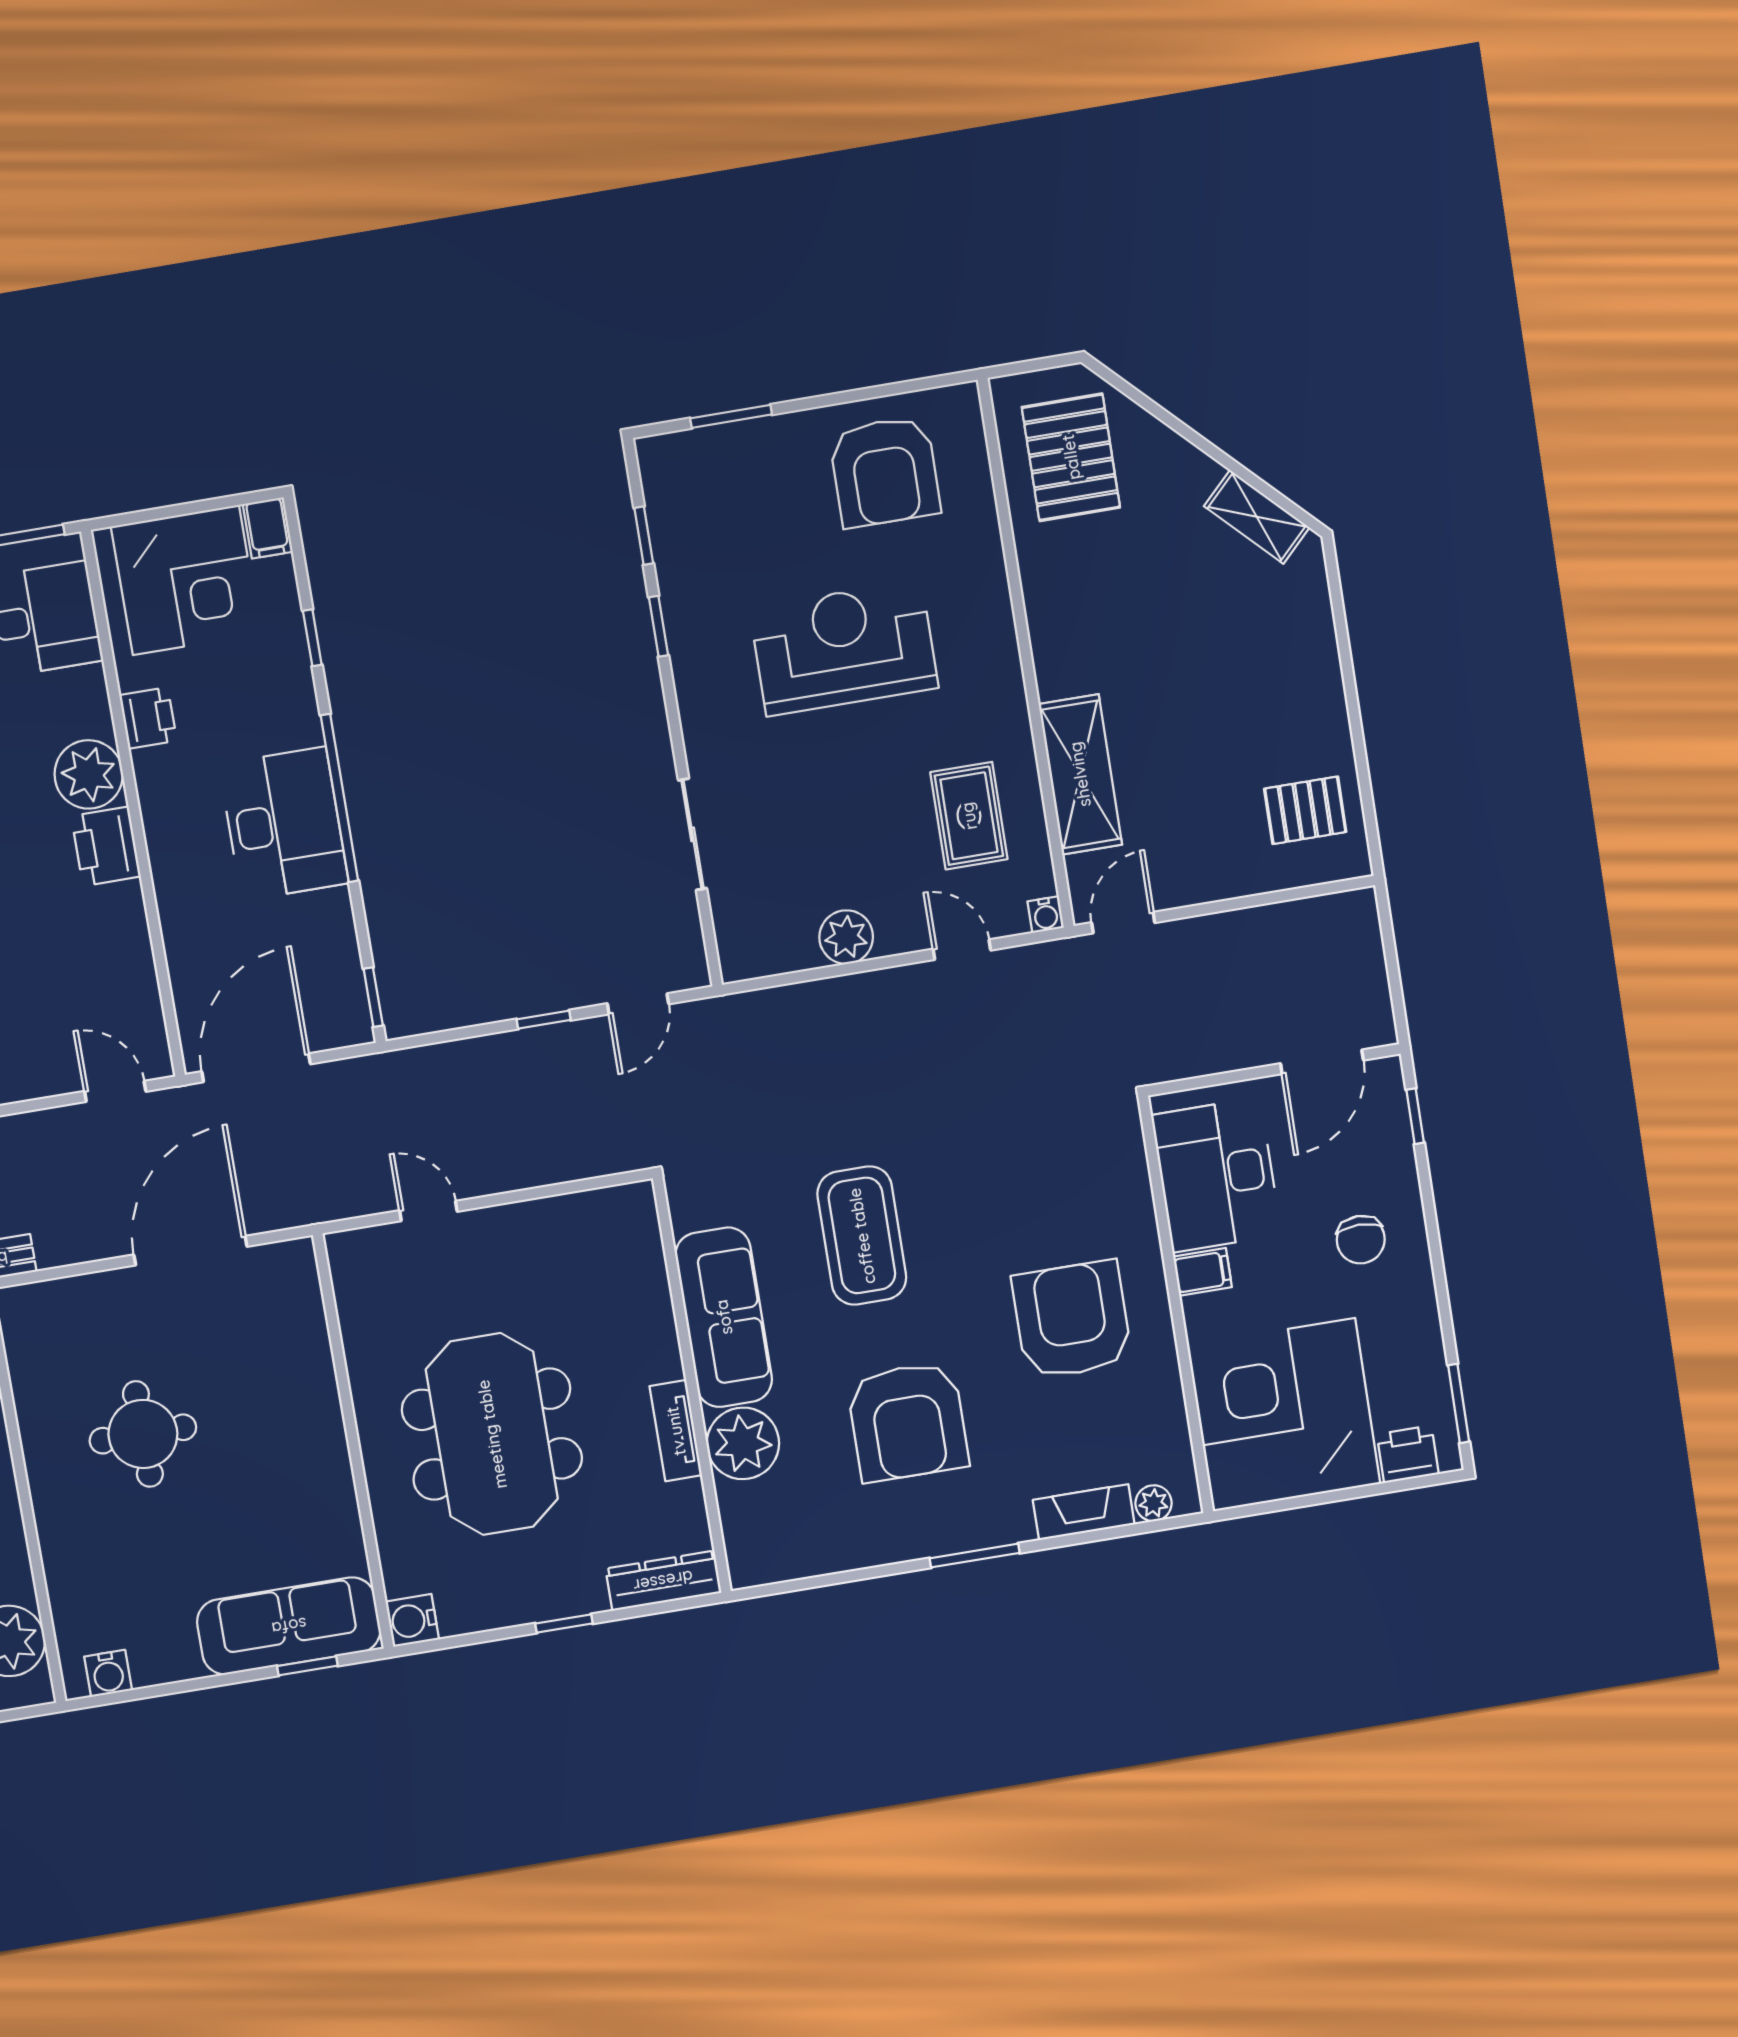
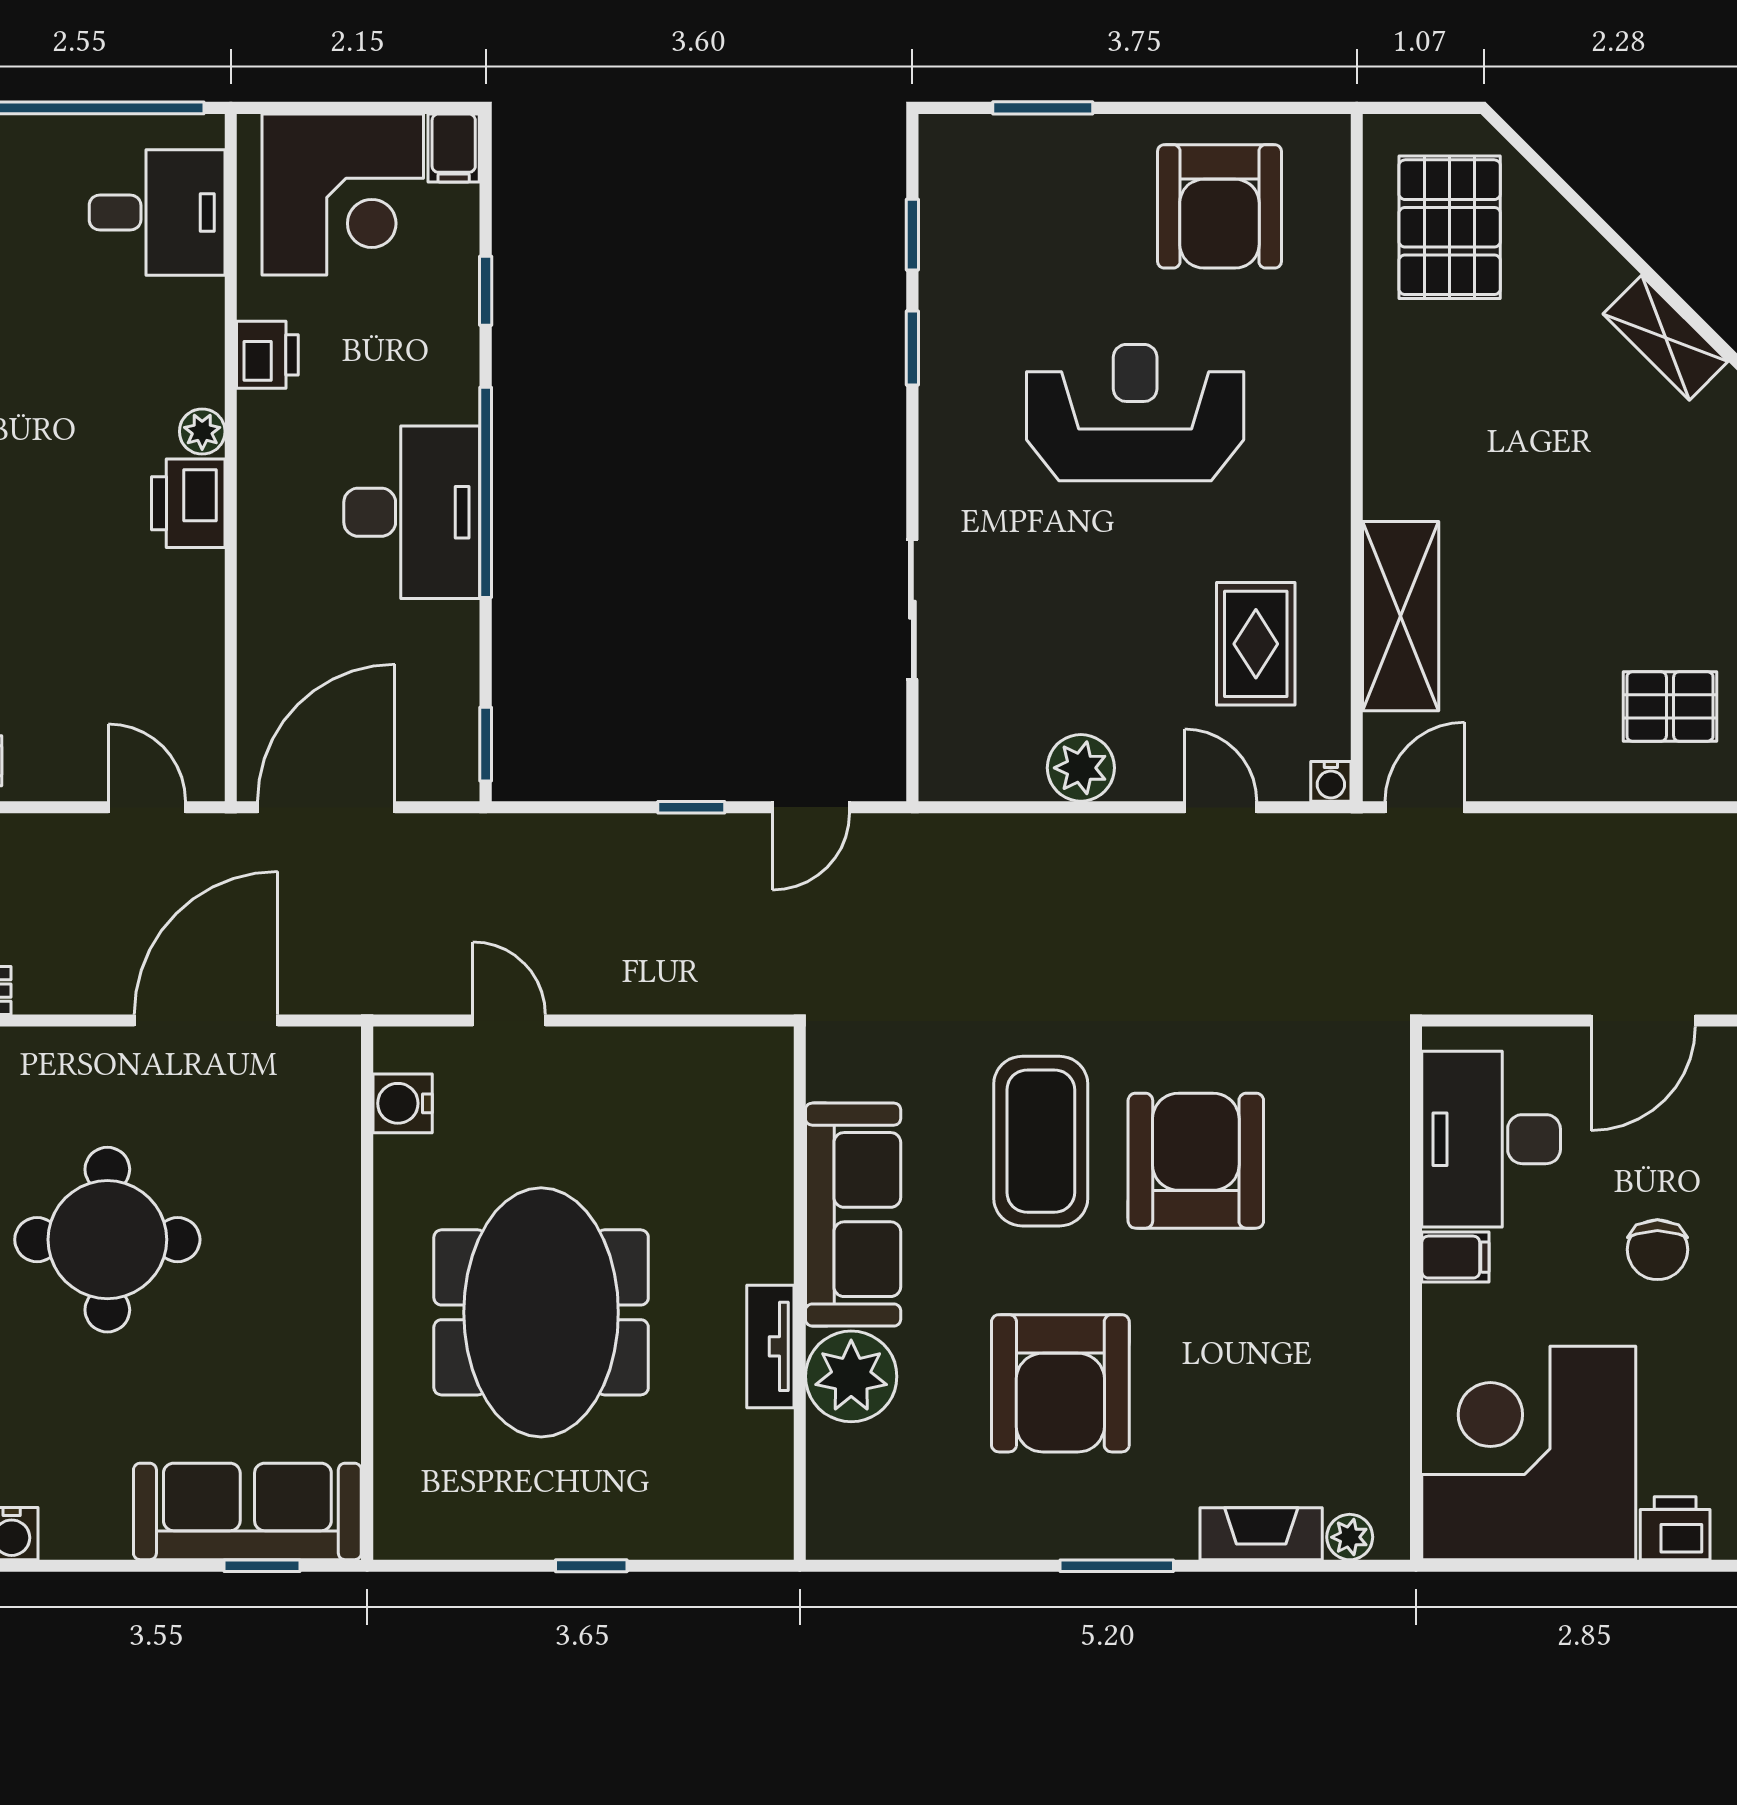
plant: (89, 774) -> (202, 431), width x0.53, depth x0.53
armchair: (1072, 1320) -> (1196, 1161), moved
round table: (143, 1434) -> (107, 1240), width x1.36, depth x1.36
dresser: (663, 1581) -> (724, 1533), removed
water cooler: (412, 1620) -> (403, 1103), moved

